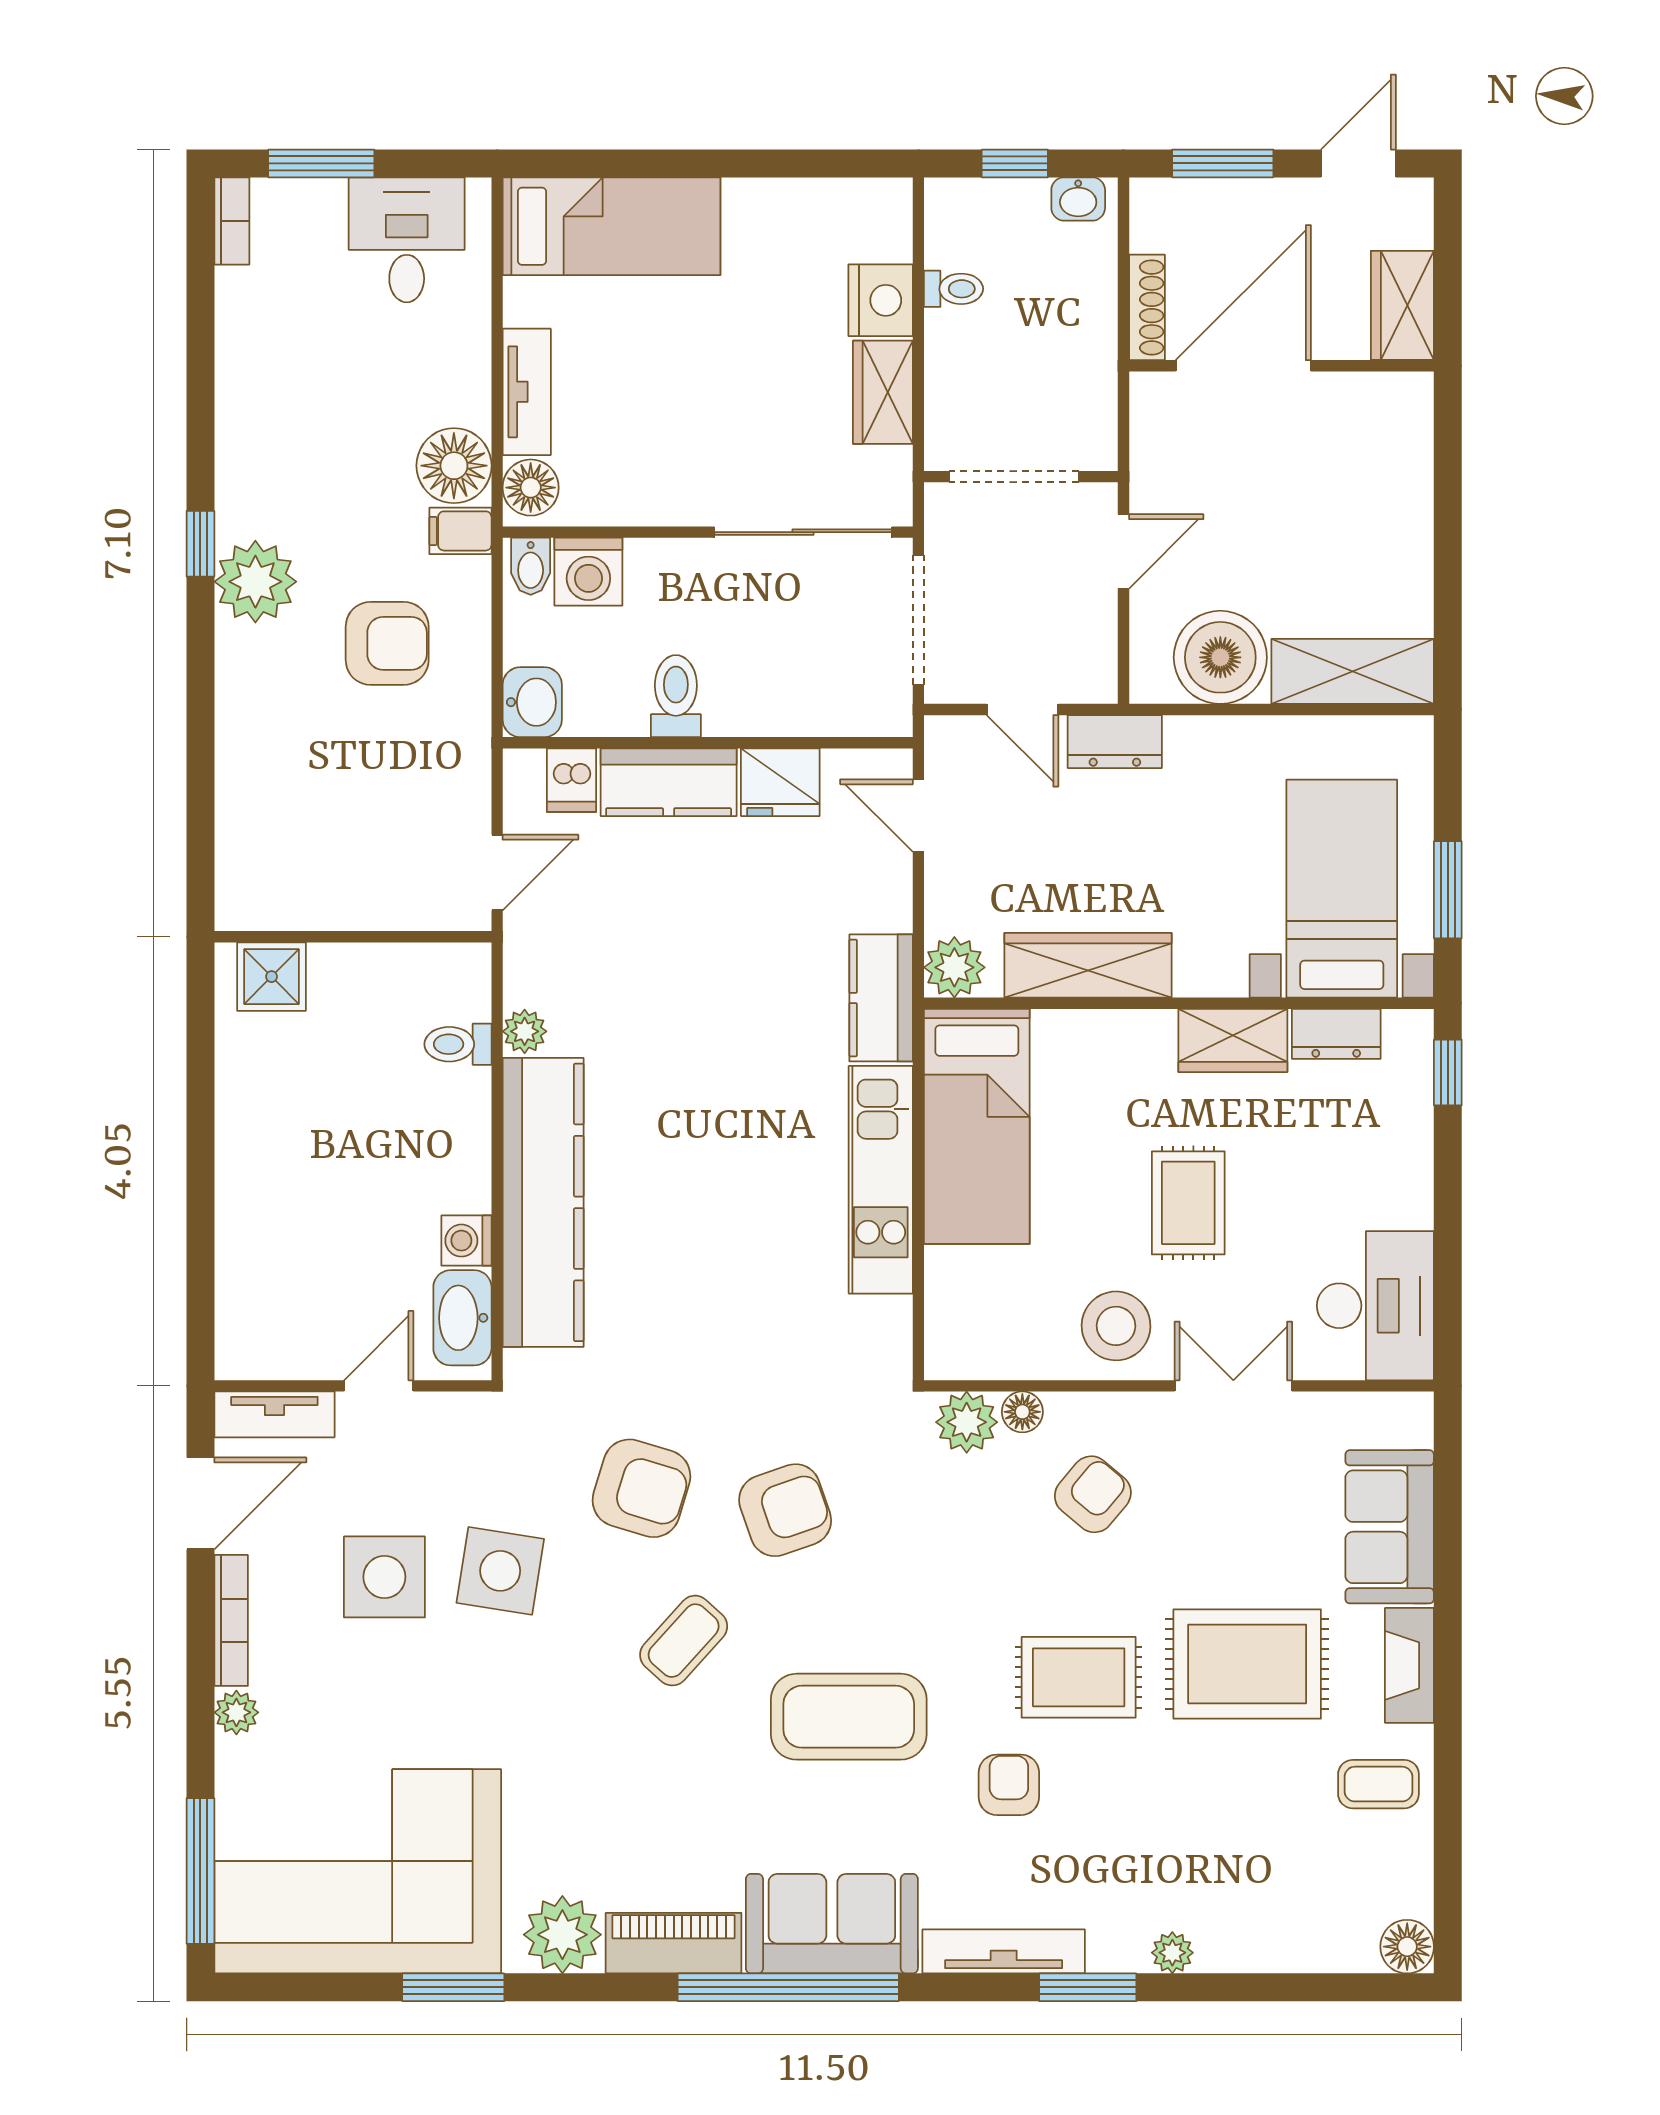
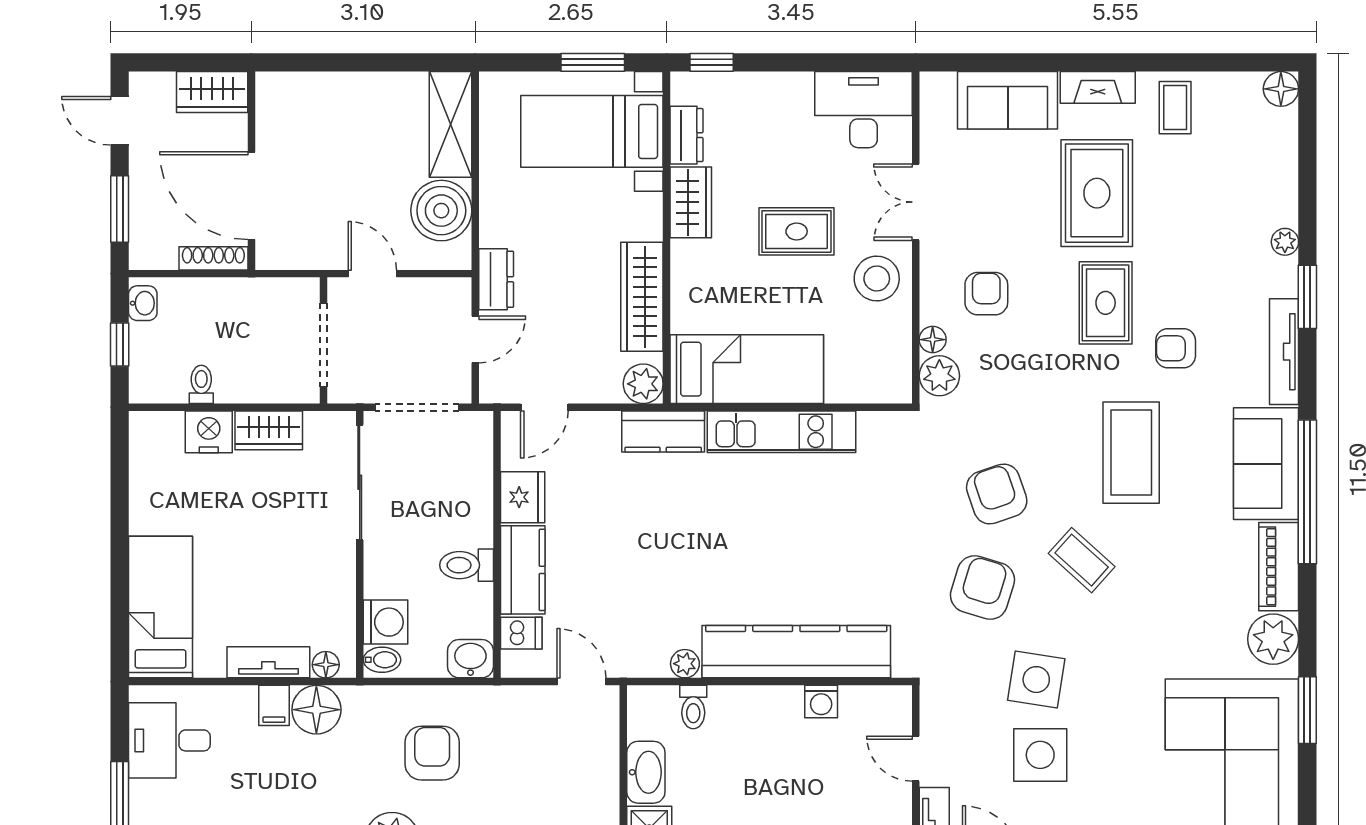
floor lamp: (531, 488) -> (326, 665), width x0.73, depth x0.73
filing cabinet: (460, 531) -> (274, 705), moved
washbasin: (462, 1318) -> (646, 772), moved, turned -90
armchair: (1093, 1494) -> (986, 294), turned 50

